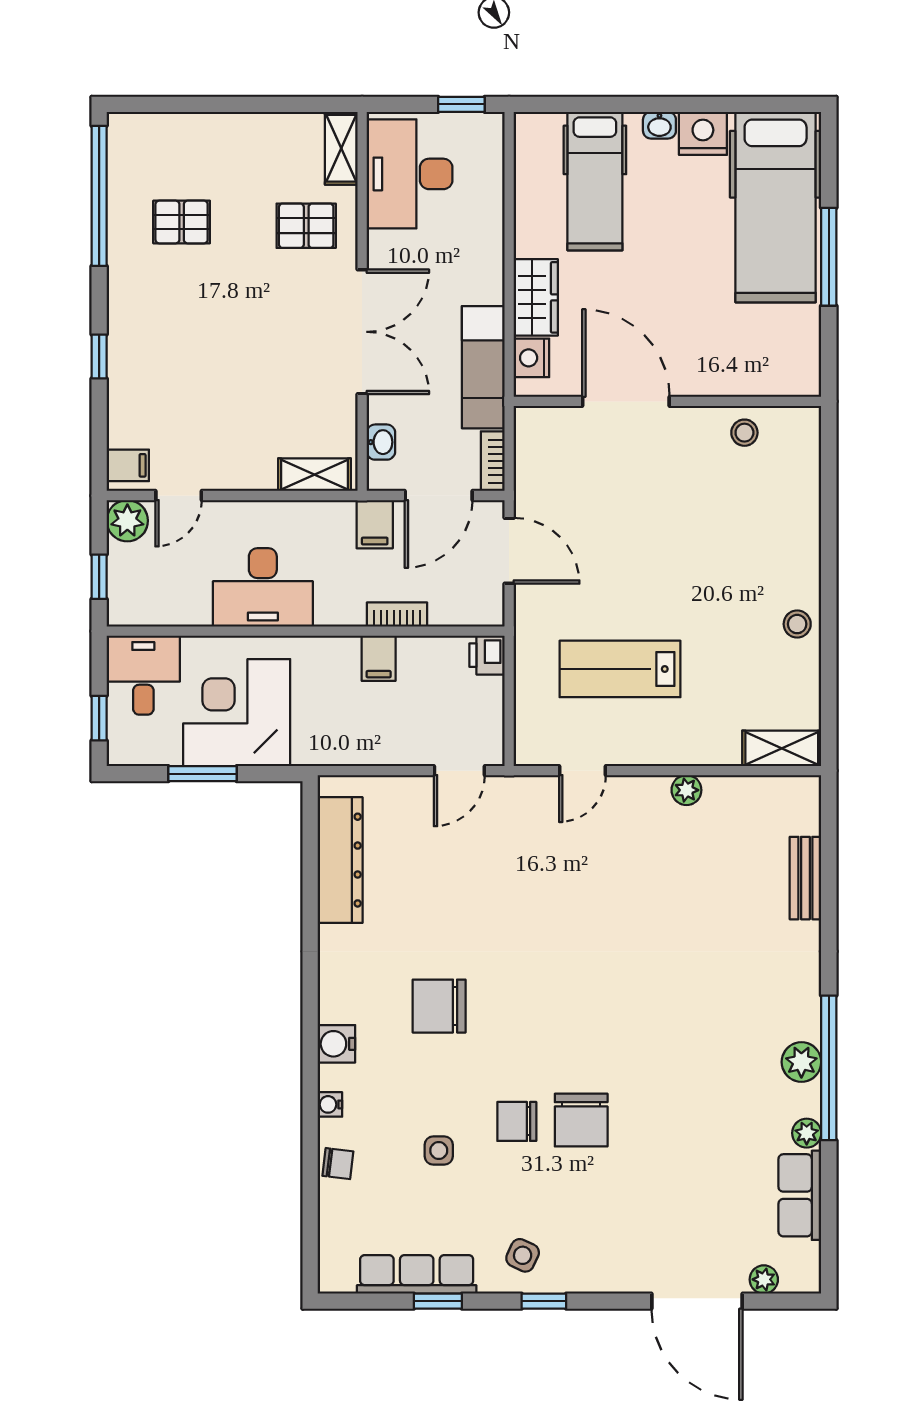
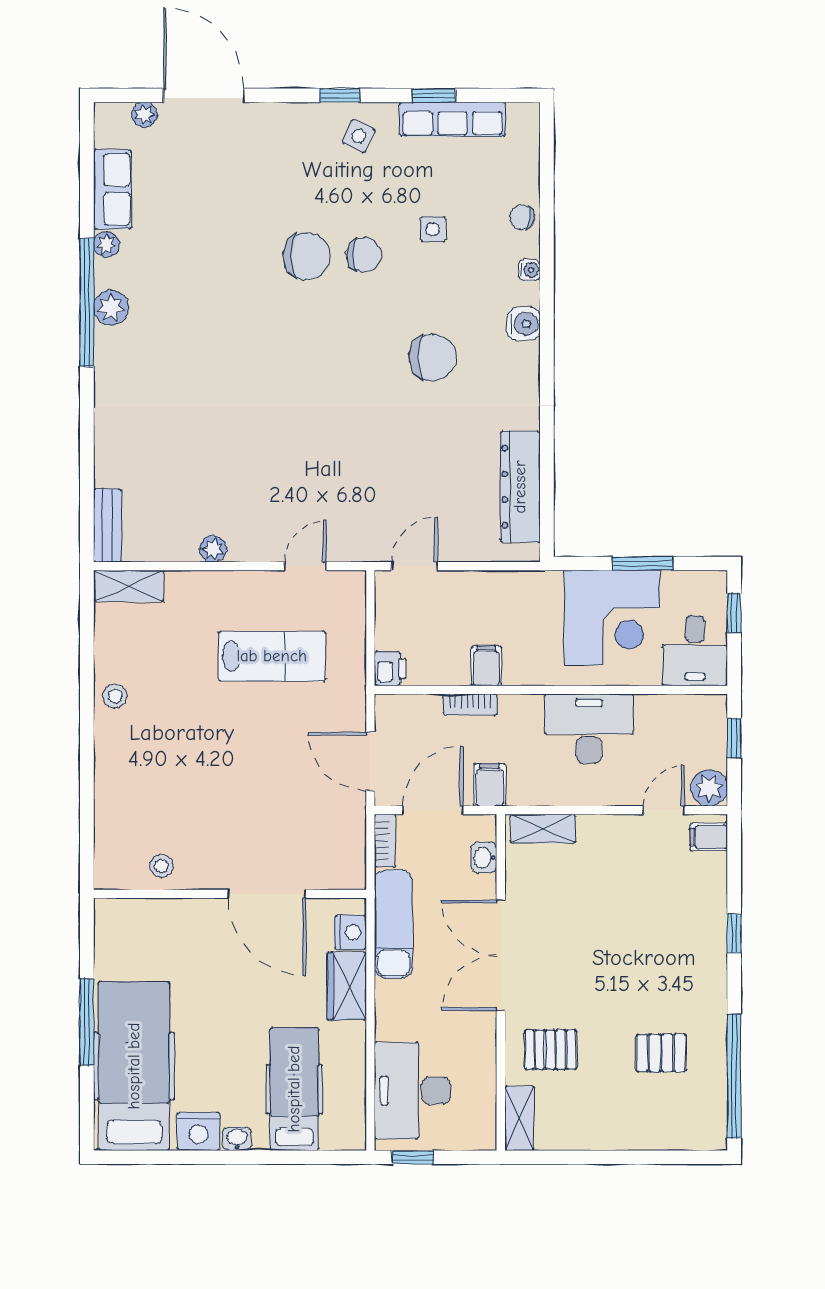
desk: (410, 174) -> (412, 1091), moved, turned 180
bench: (805, 878) -> (108, 525), moved
chair: (581, 1120) -> (306, 256), turned 90

